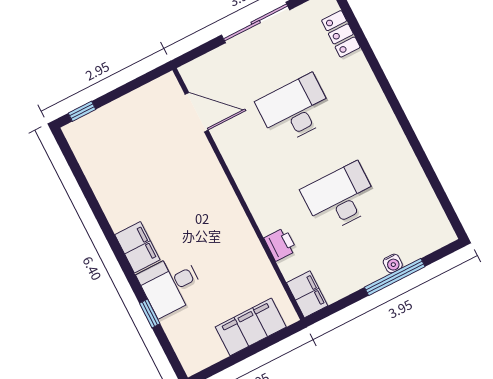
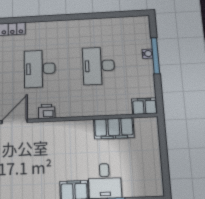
printer: (280, 244) -> (47, 111), moved
filing cabinet: (251, 327) -> (114, 128), moved, turned -90

